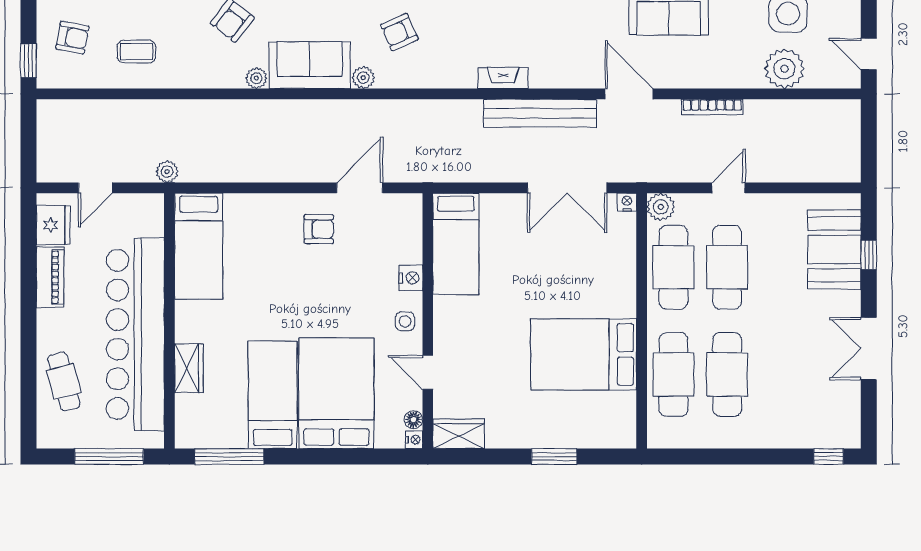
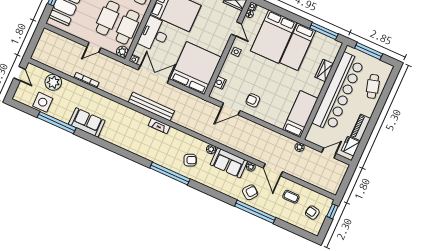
door: (629, 94) -> (273, 170), moved
bed: (456, 244) -> (196, 68), width x2.04
nightstand: (411, 278) -> (220, 83), moved
desk: (607, 278) -> (154, 34), added

